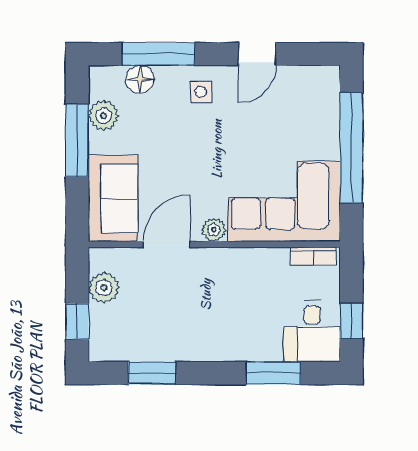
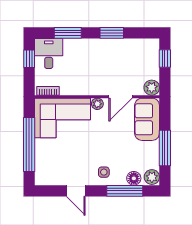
door: (257, 54) -> (76, 191), swing flipped
plant: (103, 116) -> (152, 177), moved
plant: (104, 288) -> (152, 88), moved
window: (152, 373) -> (112, 33), moved

